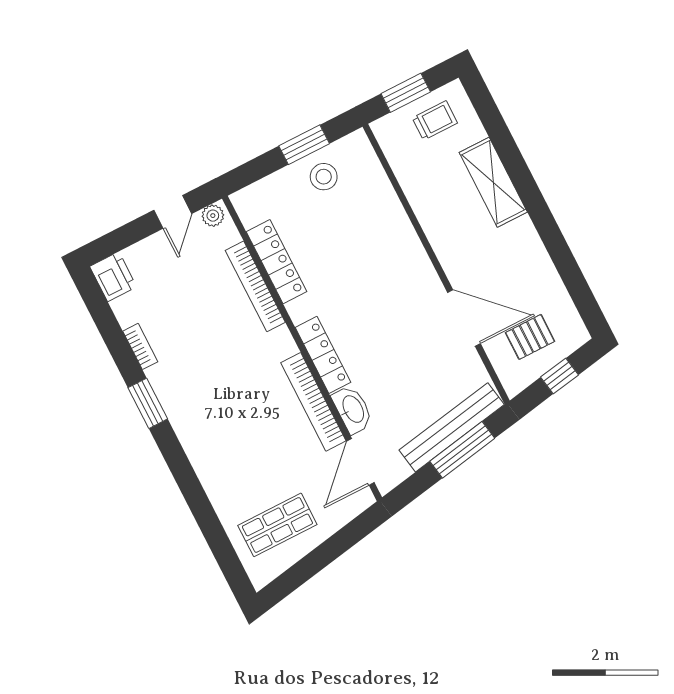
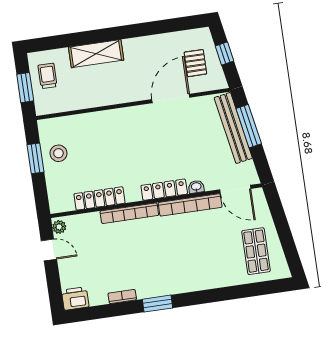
bookcase: (255, 286) -> (129, 213), moved
washbasin: (353, 409) -> (196, 187), width x0.52, depth x0.69

